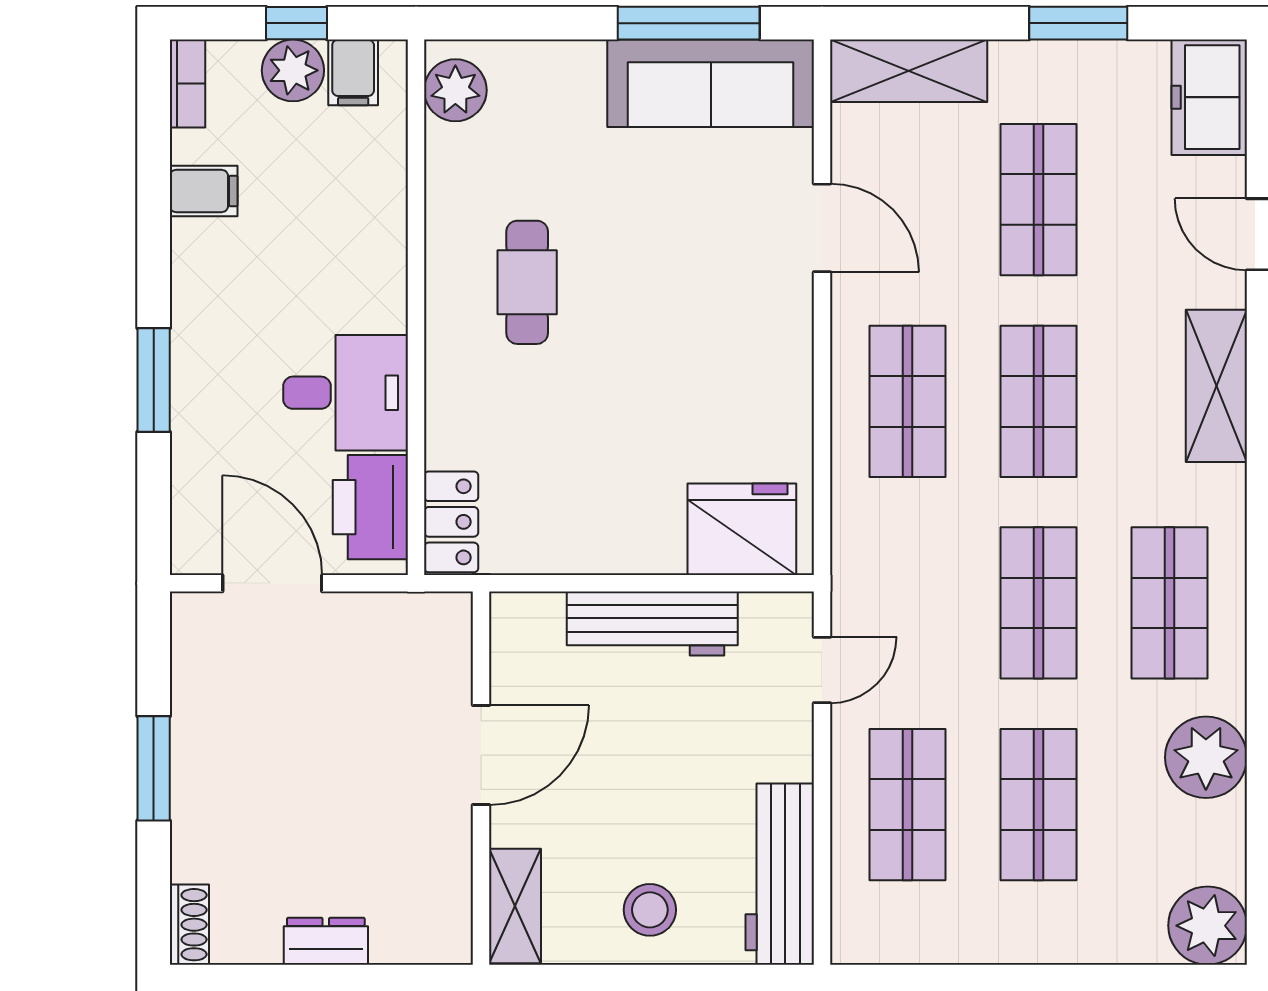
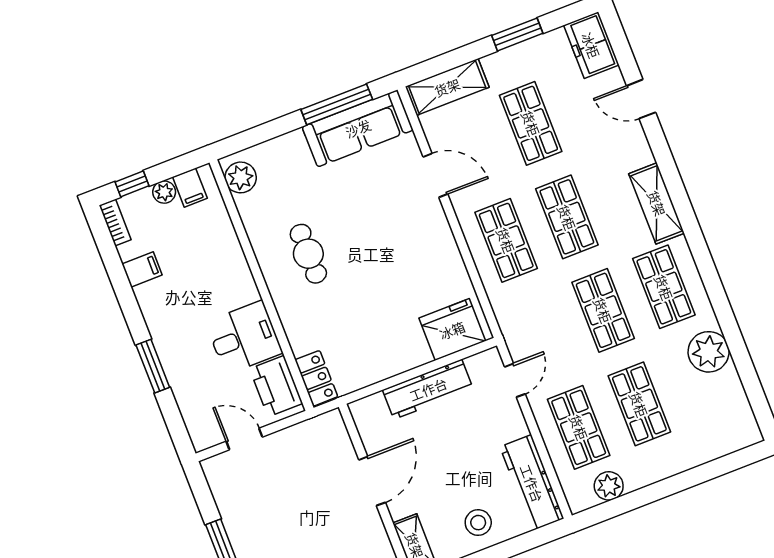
window: (296, 23) -> (132, 184), moved
plant: (293, 70) -> (164, 192), width x0.73, depth x0.73
shelving: (1216, 386) -> (657, 203), moved
door: (272, 583) -> (244, 439), width x0.73
plant: (1208, 926) -> (609, 486), moved, width x0.73, depth x0.73

